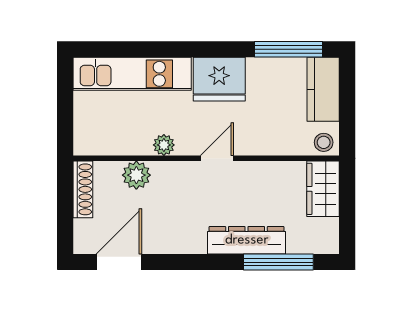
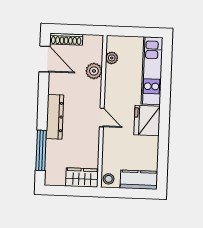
window: (289, 49) -> (163, 161), removed
plant: (164, 145) -> (112, 58), moved
shoe rack: (83, 189) -> (66, 39), moved
dresser: (247, 240) -> (55, 117), moved

